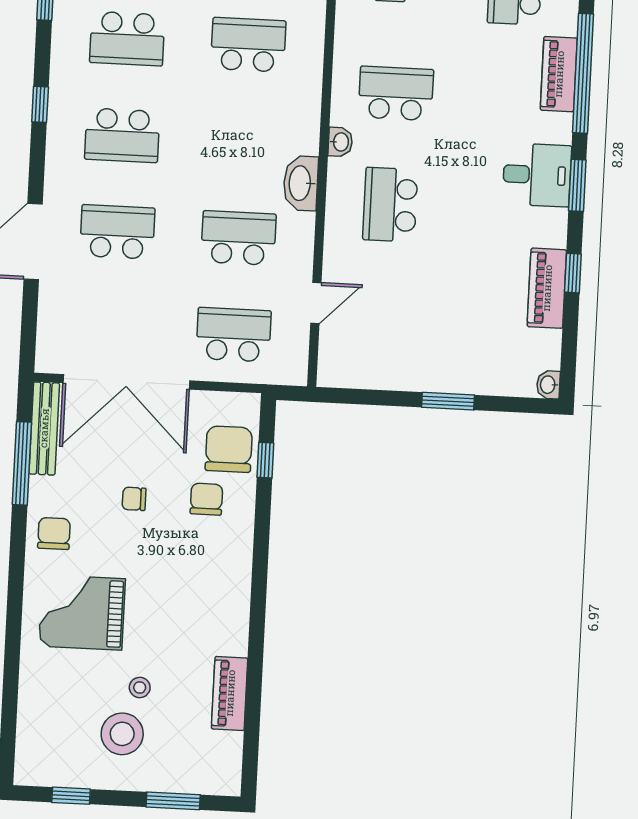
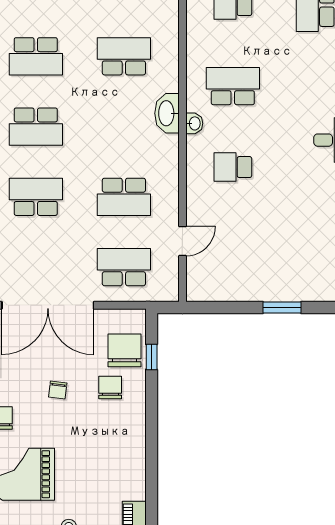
washbasin: (301, 183) -> (167, 113), moved
school desk: (390, 205) -> (233, 167), width x0.54
school desk: (238, 238) -> (124, 197), turned 180
chair: (134, 499) -> (58, 390), turned -83

